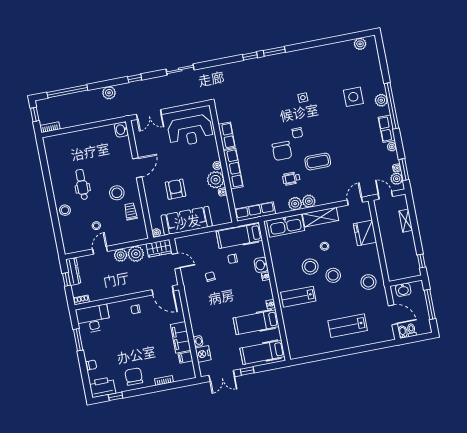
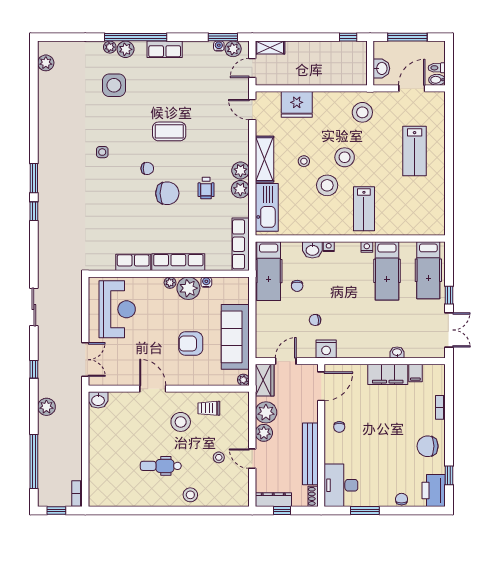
plant: (392, 147) -> (110, 47), moved
coffee table: (318, 162) -> (169, 131), moved, turned 90
shelving: (406, 221) -> (270, 48), moved
bench: (112, 292) -> (310, 454), added
nightstand: (203, 354) -> (326, 349), moved

